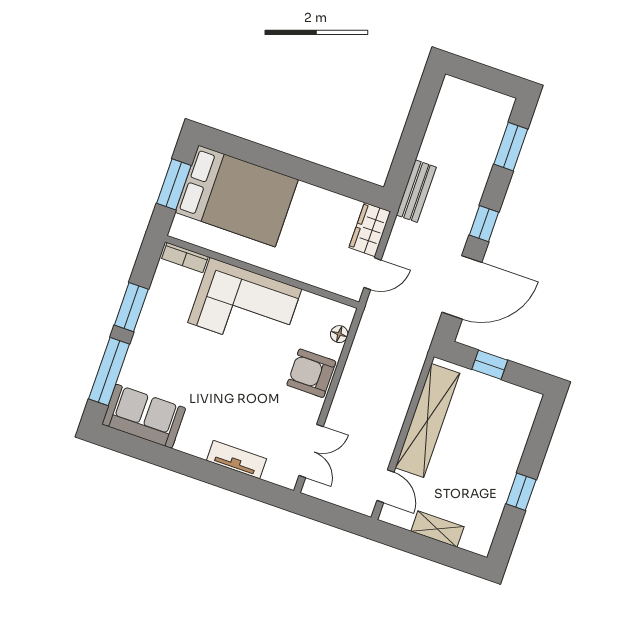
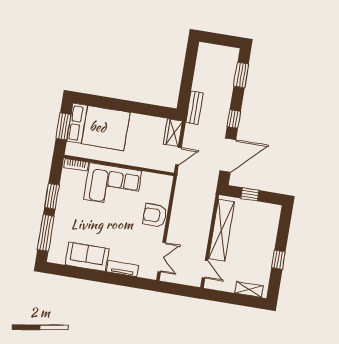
floor lamp: (339, 334) -> (166, 192), removed
sofa: (144, 416) -> (87, 257), moved
shelving: (437, 529) -> (249, 289), moved

